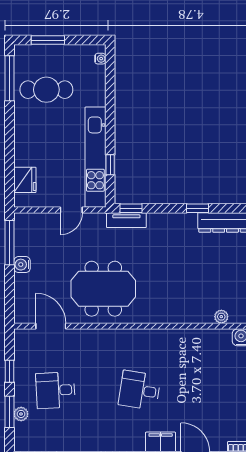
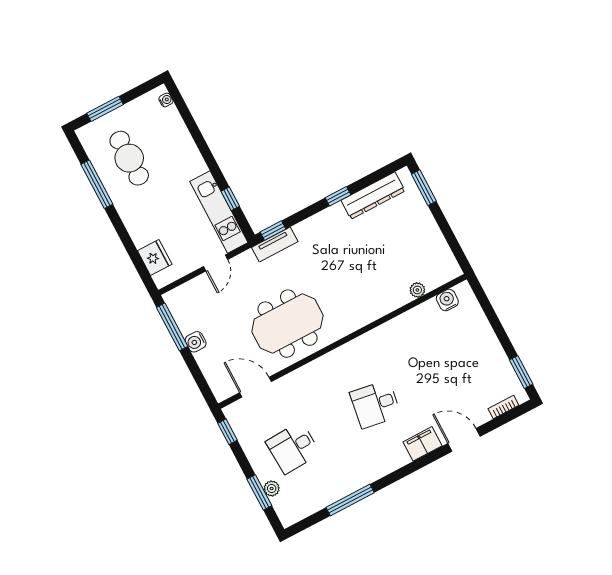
window: (10, 78) -> (97, 184), moved
cafe table: (46, 90) -> (129, 158), turned 90
kitchen unit: (95, 157) -> (219, 212), width x0.73
window: (10, 371) -> (227, 432), moved

